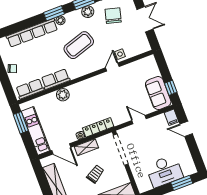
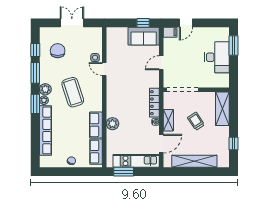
plant: (88, 12) -> (45, 89), moved
chair: (113, 16) -> (58, 51), turned 75

